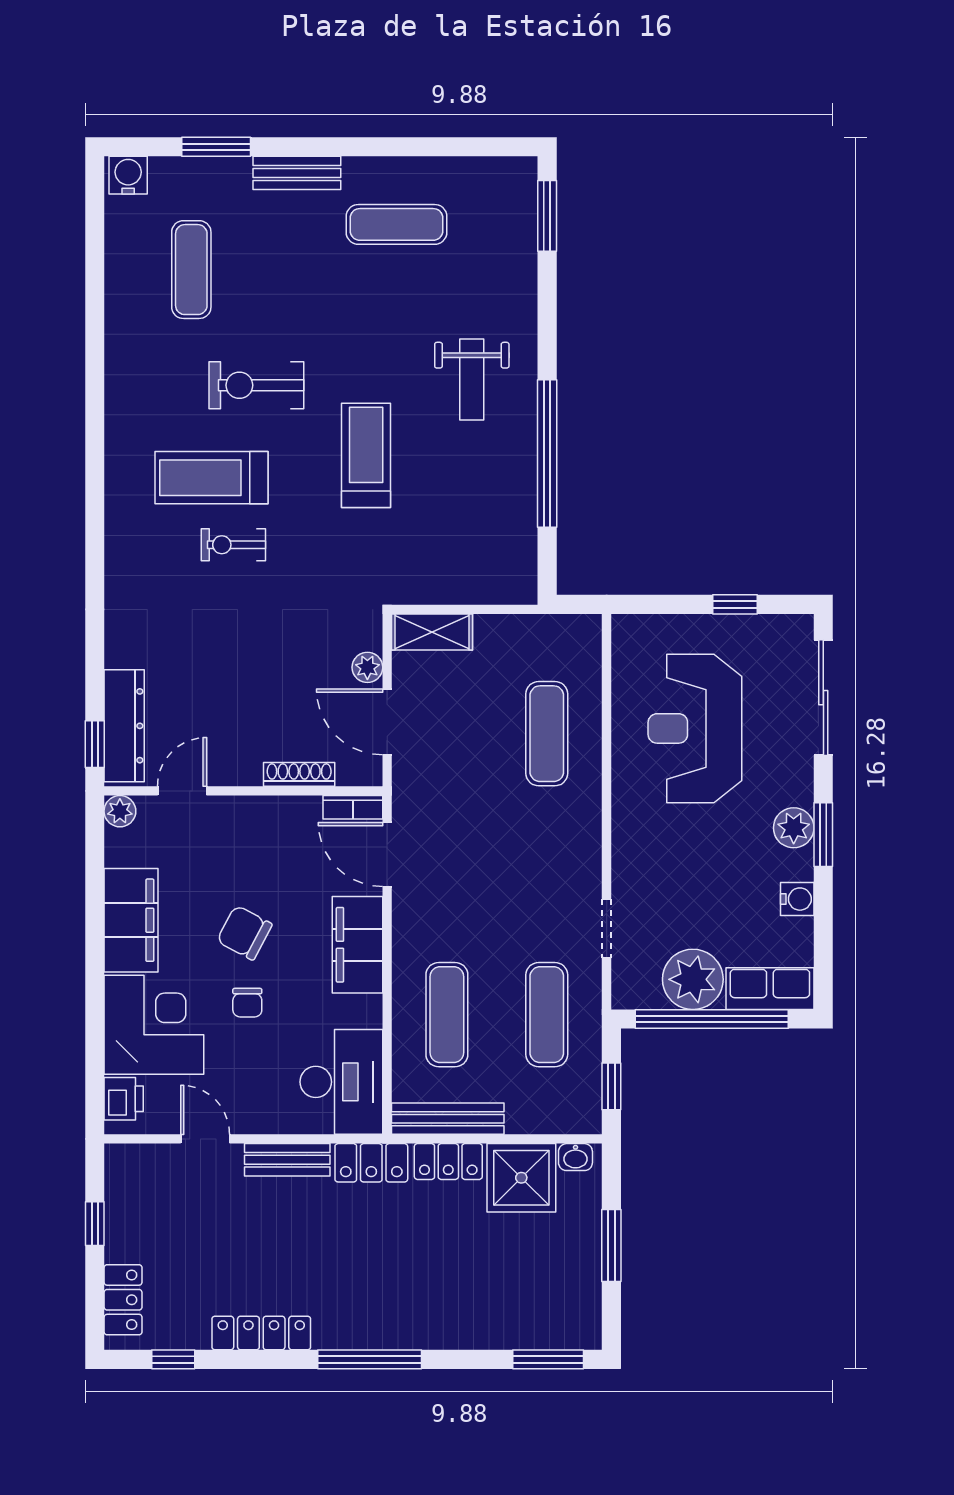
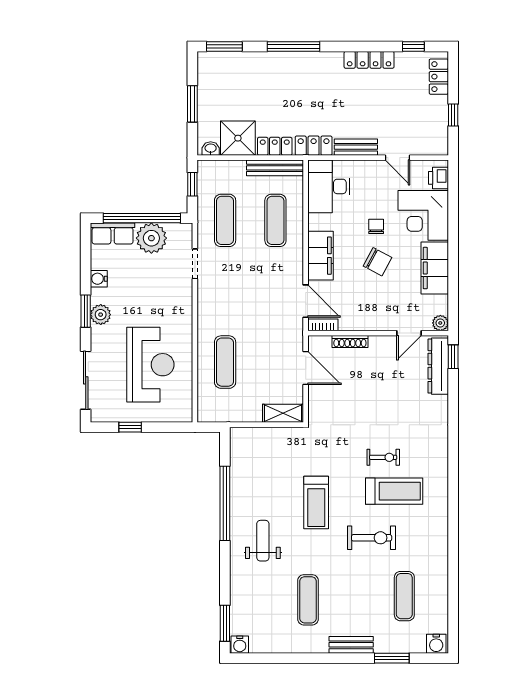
water cooler: (518, 174) -> (240, 645), added
exercise mat: (396, 224) -> (308, 600), moved, turned 90
plant: (367, 667) -> (316, 395), removed
window: (370, 1359) -> (294, 47), moved

